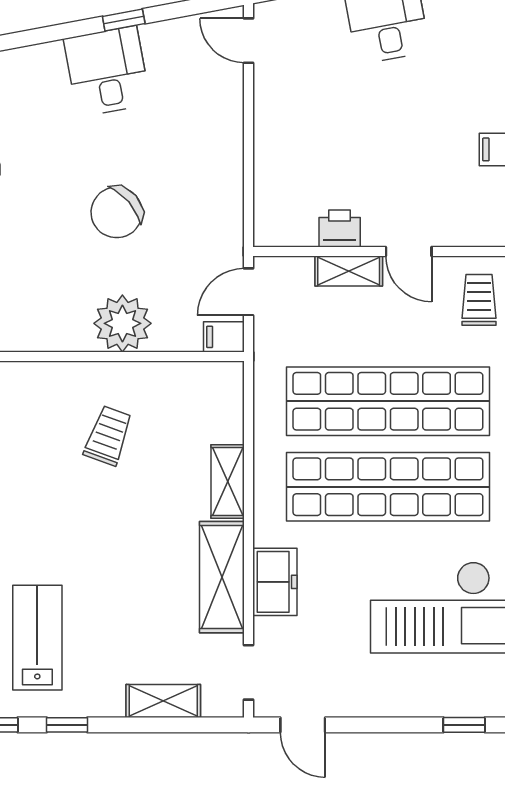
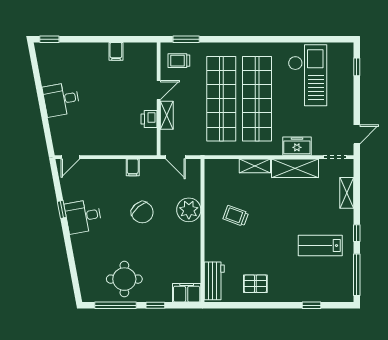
filing cabinet: (224, 337) -> (133, 167), moved

